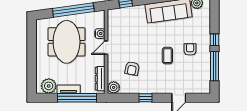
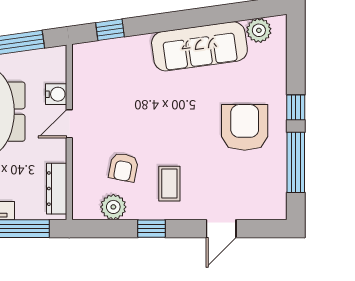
armchair: (190, 49) -> (245, 127), width x1.88, depth x1.88
coffee table: (167, 56) -> (169, 184), moved
plant: (114, 87) -> (113, 207), moved

